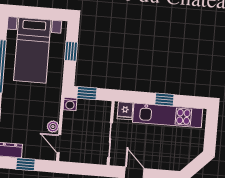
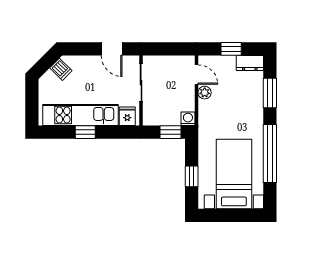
dishwasher: (182, 158) -> (61, 69), added

